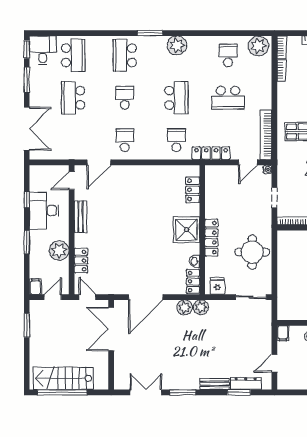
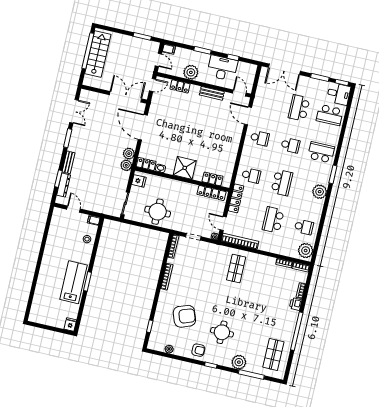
school desk: (73, 98) -> (299, 108), turned -90
school desk: (176, 98) -> (282, 183), turned -90
locker: (211, 238) -> (211, 193), moved

